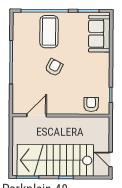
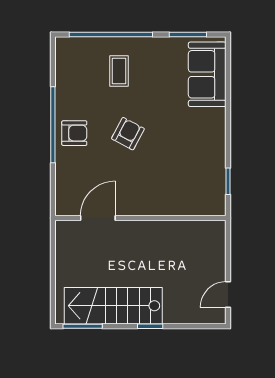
coffee table: (49, 32) -> (119, 71), width x0.54, depth x0.58
armchair: (91, 104) -> (74, 133), moved, turned 90
door: (111, 159) -> (228, 295), hinge flipped
stairs: (55, 160) -> (113, 306), width x0.73, depth x0.66

